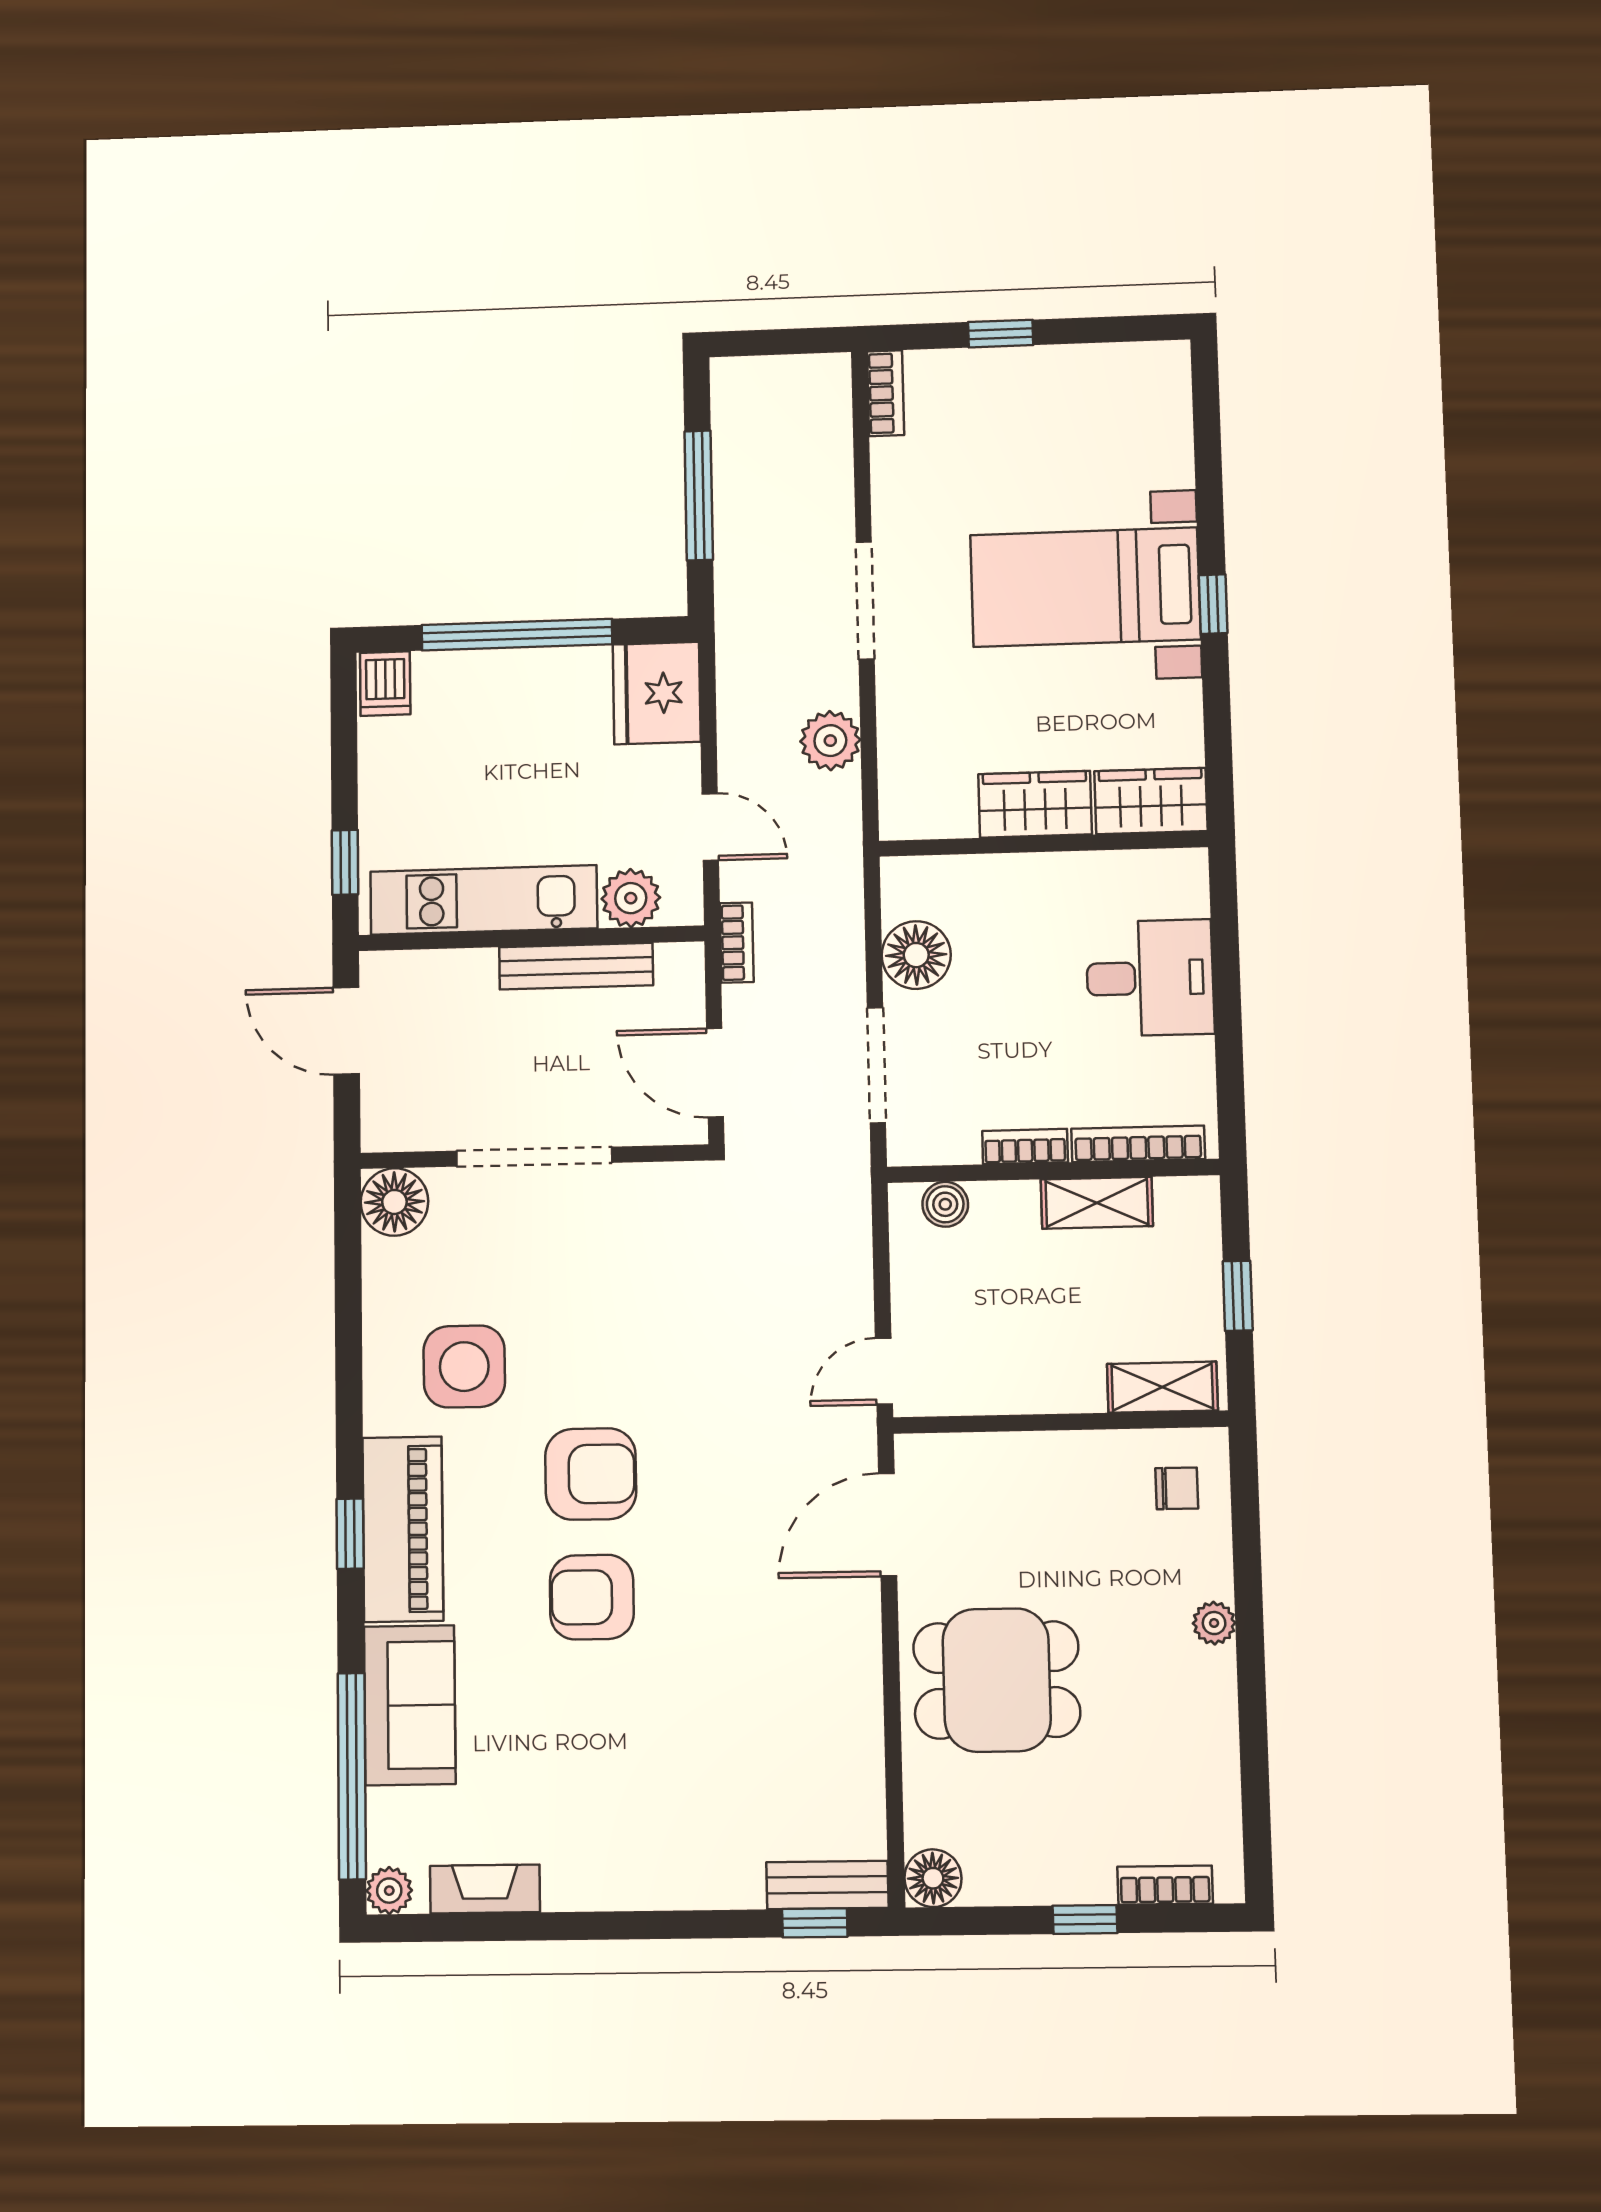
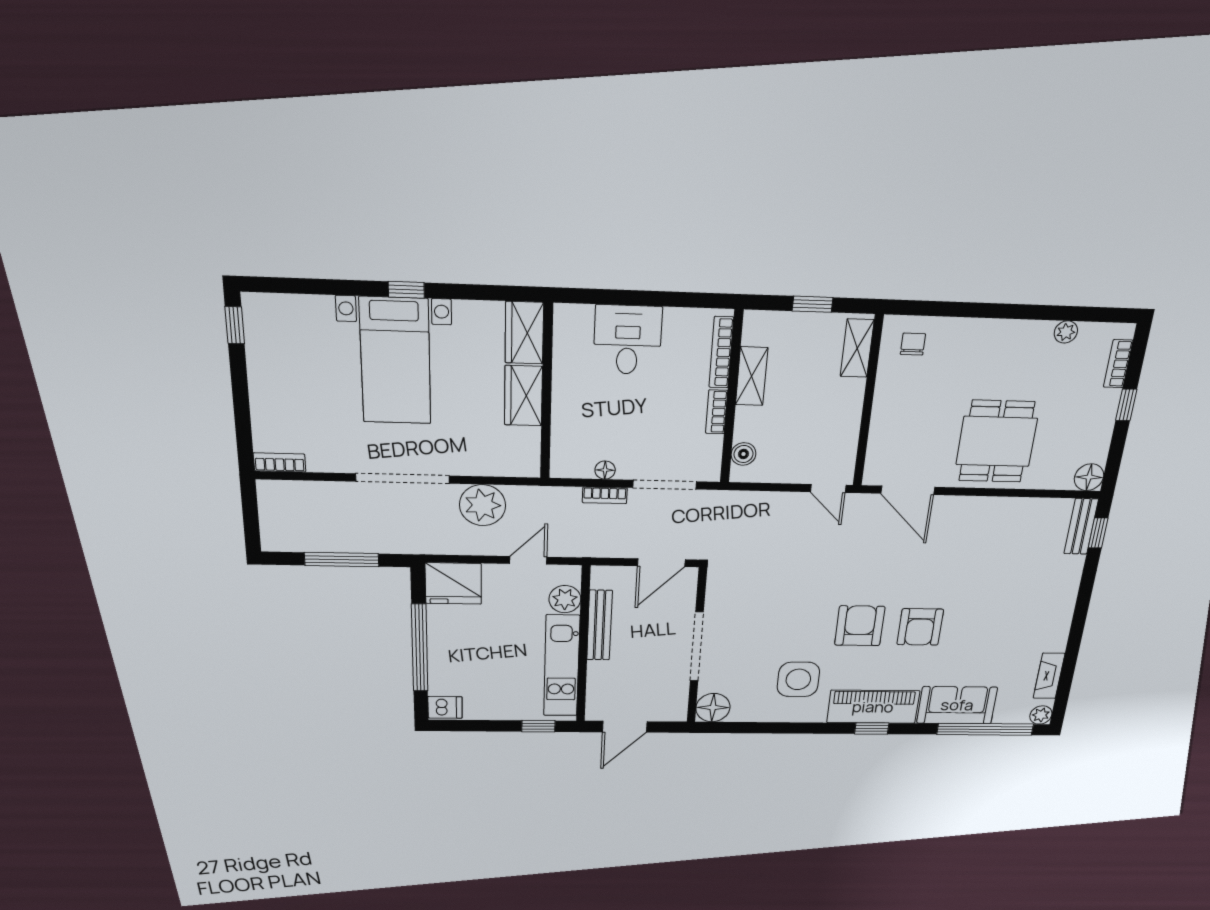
window: (1001, 334) -> (235, 325), moved
doorway: (865, 601) -> (402, 479), width x1.36
plant: (830, 741) -> (483, 505), width x1.36, depth x1.36
bookcase: (737, 943) -> (605, 495), moved, turned 180
floor lamp: (916, 955) -> (605, 470), width x0.53, depth x0.53
plant: (1214, 1623) -> (1066, 332), moved

